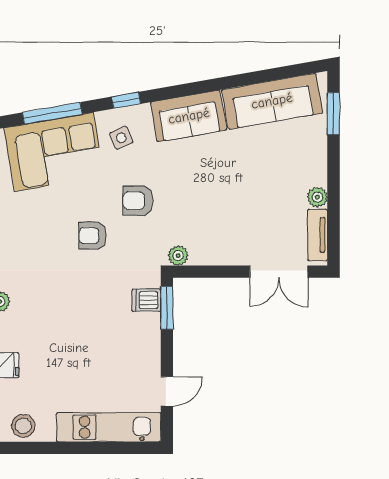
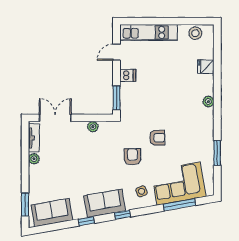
window: (222, 83) -> (86, 221), added
window: (126, 100) -> (122, 215), moved
sofa: (272, 101) -> (52, 213), width x0.73
armchair: (138, 201) -> (132, 157), turned -90
plant: (178, 256) -> (93, 127), moved
dishwasher: (146, 300) -> (128, 75), moved

